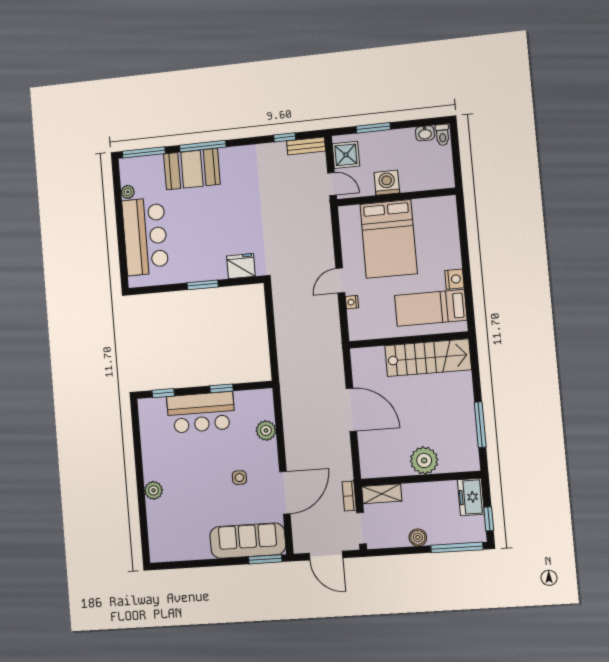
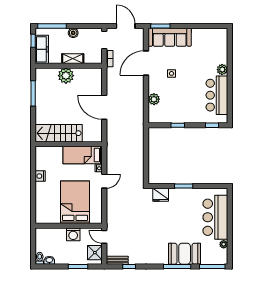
bed: (431, 308) -> (83, 155), moved, turned 180
bar counter: (201, 412) -> (217, 95), moved, turned -90
shelving: (382, 494) -> (73, 59), moved
freezer: (471, 497) -> (42, 49), width x1.40

